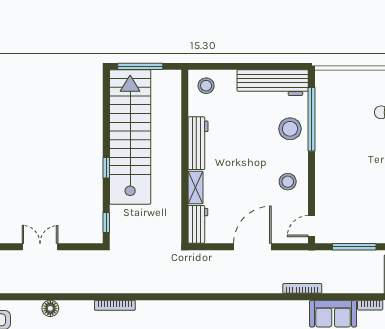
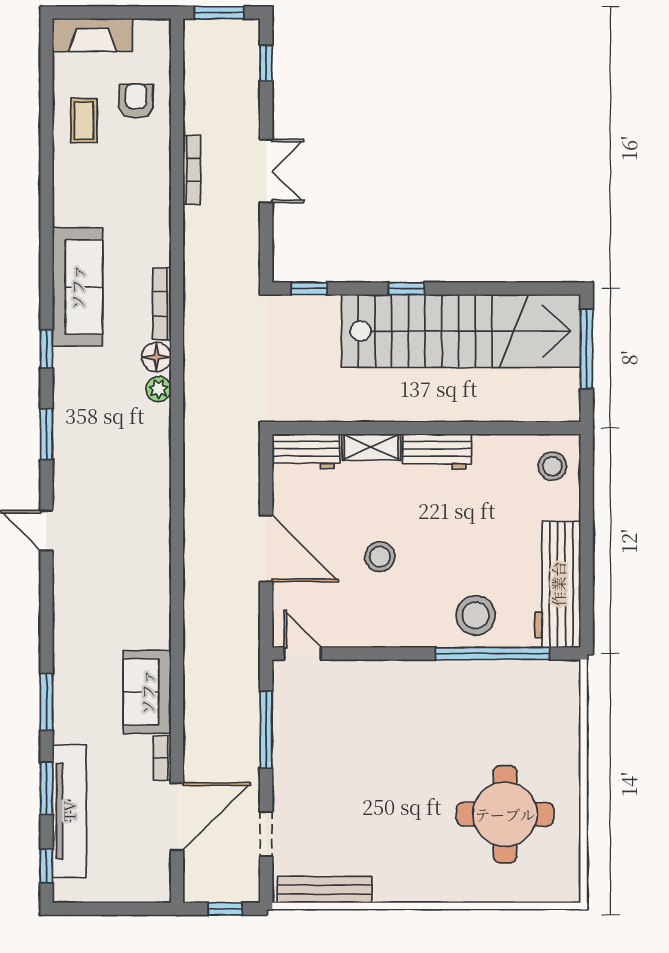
workbench: (198, 143) -> (437, 452), width x0.73
stool: (288, 182) -> (380, 557), moved
bookcase: (302, 288) -> (192, 170), moved
plant: (163, 307) -> (159, 389), added
floor lamp: (50, 308) -> (156, 357), moved

